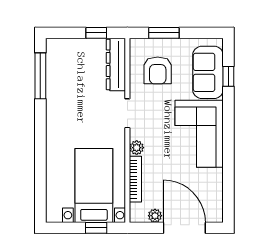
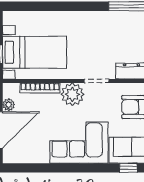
plant: (137, 148) -> (72, 94), width x1.87, depth x1.87

